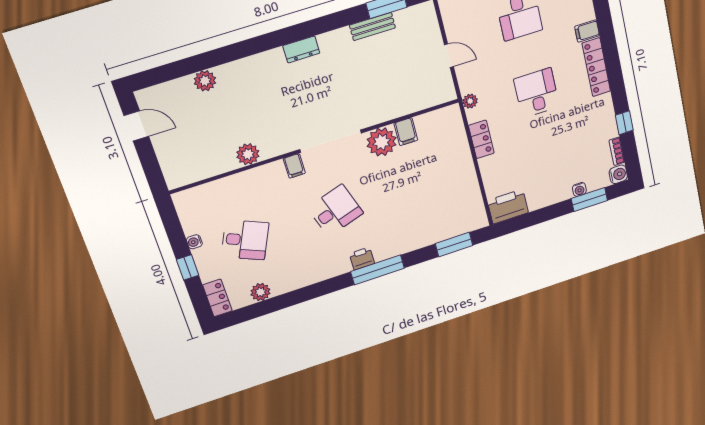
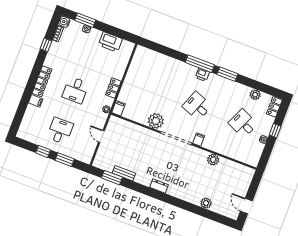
filing cabinet: (406, 132) -> (118, 108), moved
printer: (508, 206) -> (110, 42), moved
desk: (335, 211) -> (197, 106), turned 39
window: (454, 245) -> (227, 74), moved

